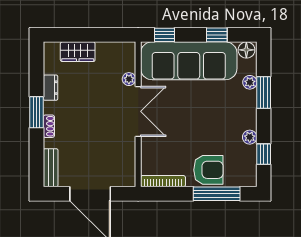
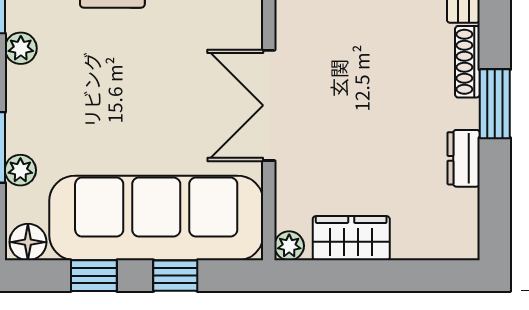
window: (165, 35) -> (175, 276), moved
wardrobe: (78, 52) -> (351, 238), moved
plant: (129, 79) -> (289, 246), moved
shoe rack: (49, 126) -> (467, 62), width x1.43

